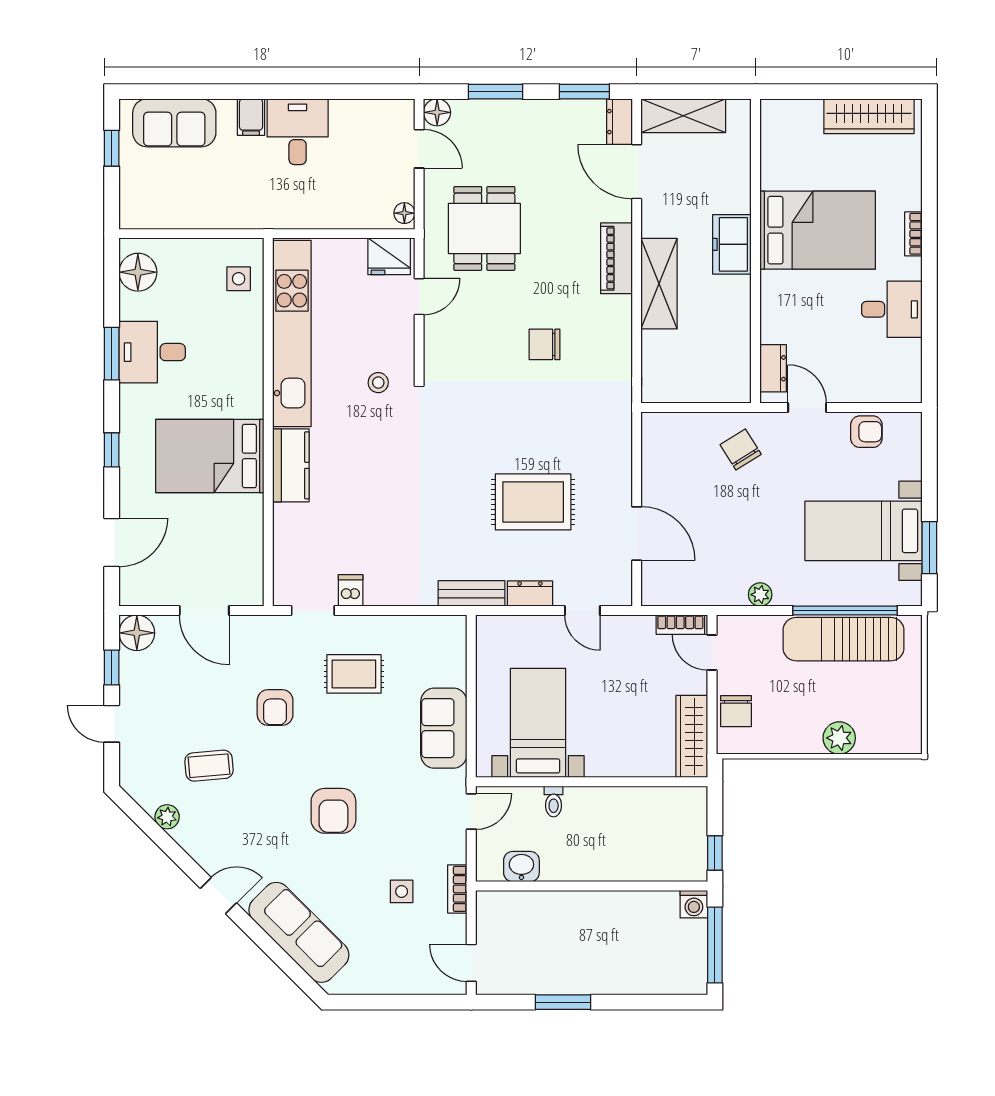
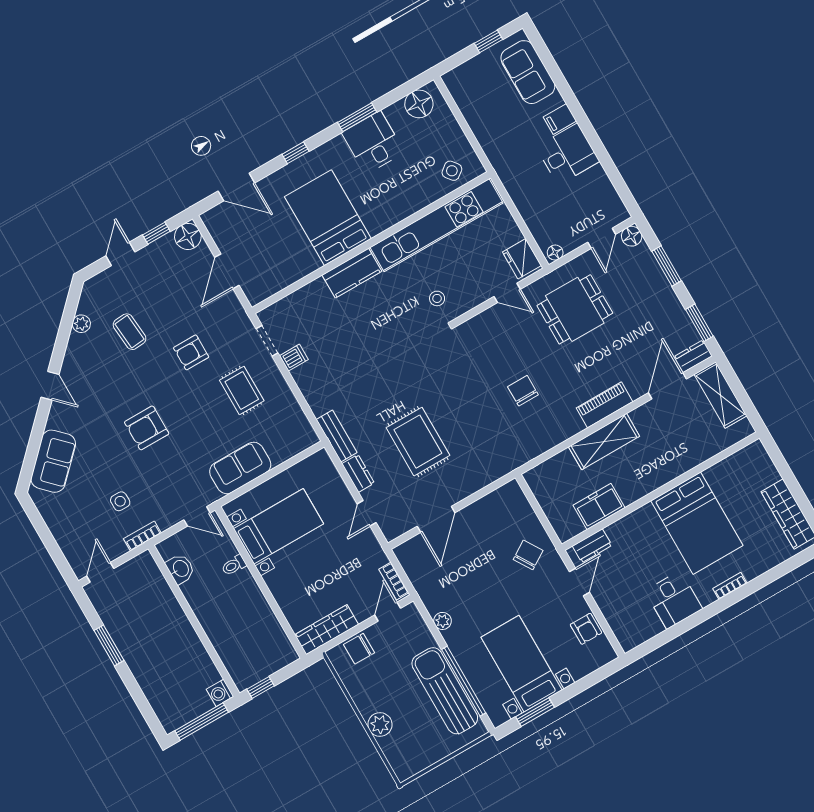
freezer: (732, 244) -> (599, 506), moved
side table: (239, 279) -> (452, 171), turned -38
sofa: (299, 932) -> (53, 461), width x0.73

